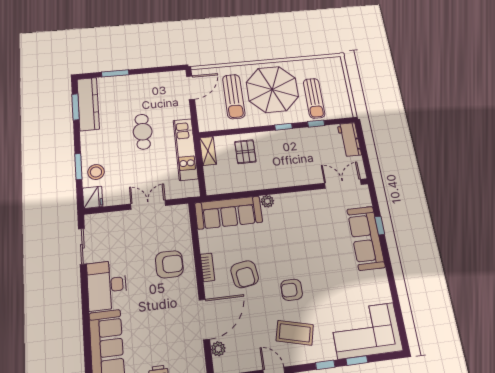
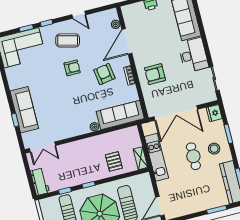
cafe table: (143, 132) -> (193, 156), moved
stool: (96, 172) -> (214, 149), moved
double door: (148, 205) -> (176, 113), width x1.87

